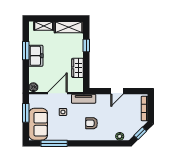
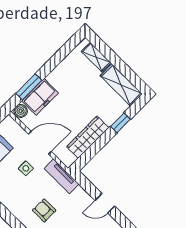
window: (26, 51) -> (29, 87), moved
freezer: (36, 56) -> (40, 97), moved
wardrobe: (78, 68) -> (88, 137), width x1.50

